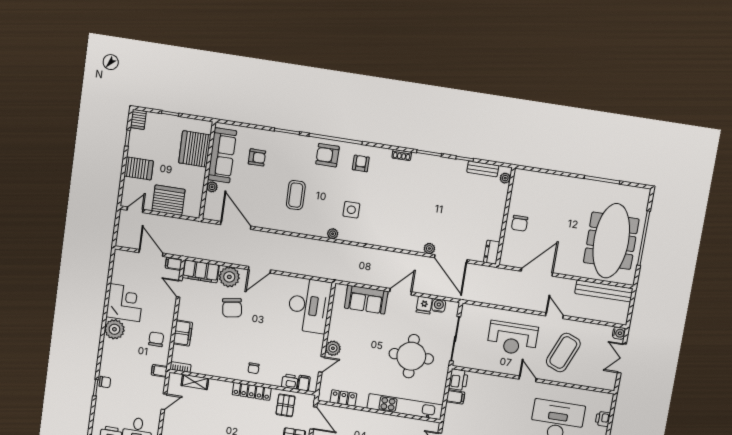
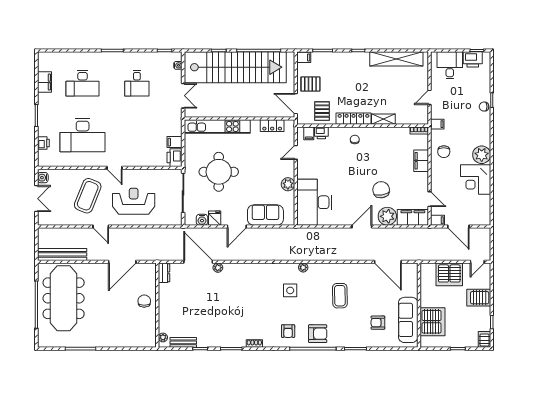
plant: (212, 187) -> (413, 292), removed
water cooler: (619, 333) -> (43, 178), moved
plant: (333, 348) -> (288, 184), moved
shelving: (195, 382) -> (383, 119), moved

